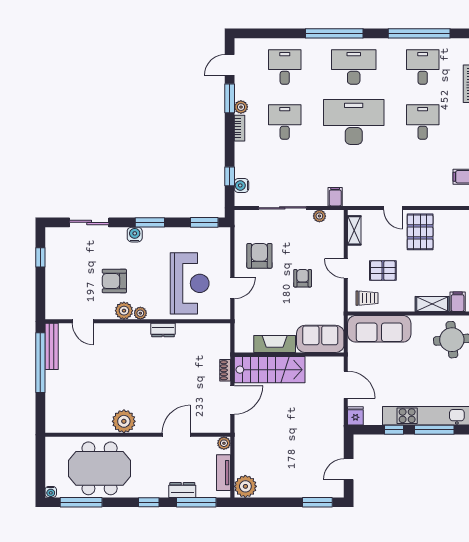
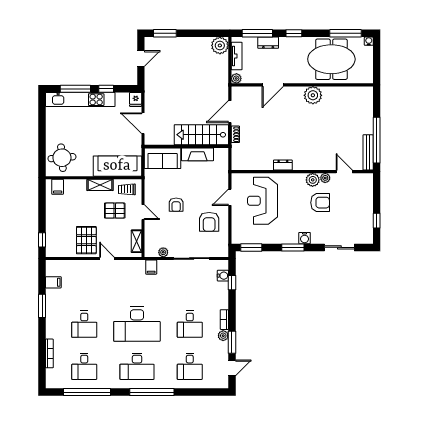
shelving: (432, 304) -> (100, 185), moved
plant: (140, 313) -> (325, 178), moved

